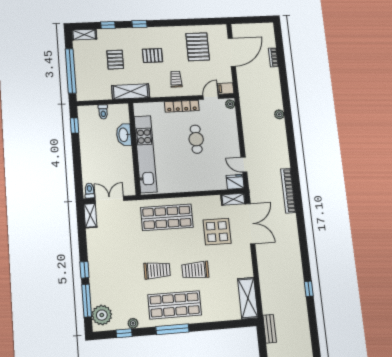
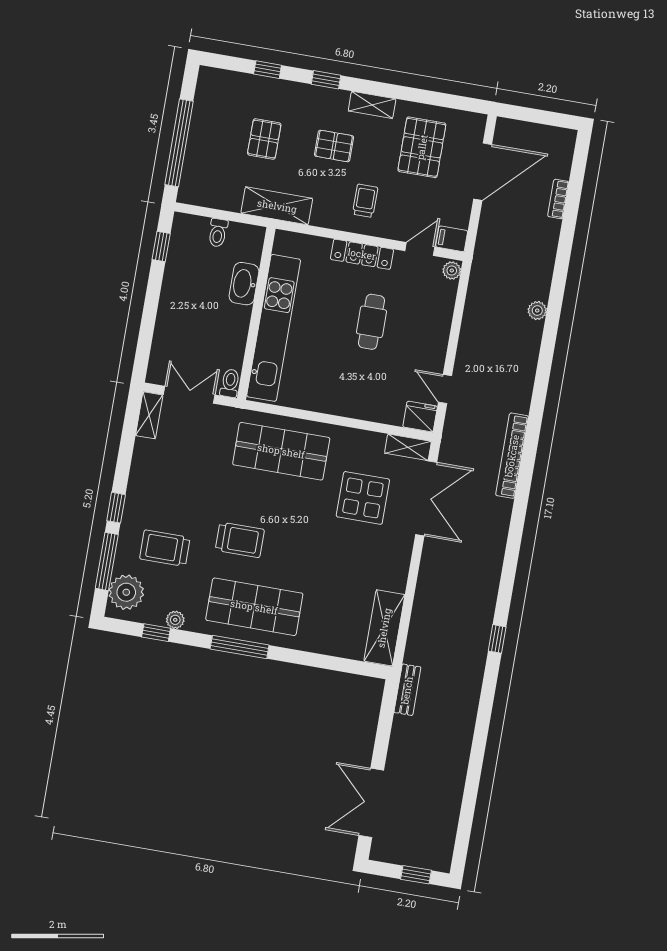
shelving: (84, 35) -> (372, 105), moved
toilet: (90, 191) -> (230, 383), moved
trolley: (195, 270) -> (165, 548), moved

